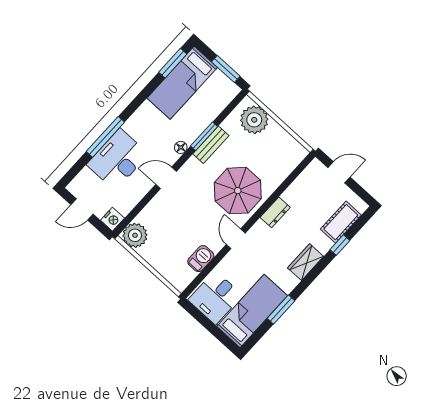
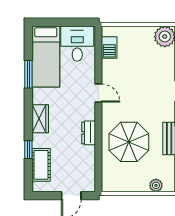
plant: (254, 120) -> (156, 185), width x0.53, depth x0.53
parasol: (238, 191) -> (129, 142), moved
barbecue: (201, 259) -> (109, 48), moved

